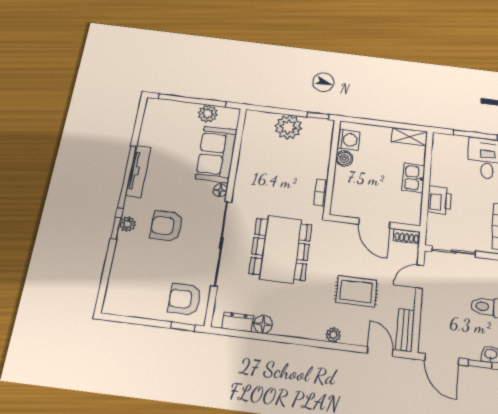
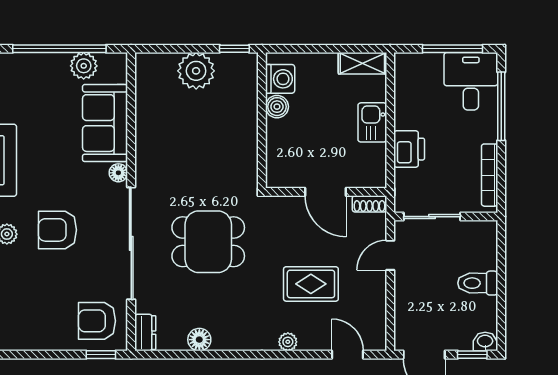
bookcase: (321, 192) -> (251, 159), removed
dining table: (281, 249) -> (208, 242), width x0.73
dresser: (238, 322) -> (145, 333), moved, turned 90
bench: (405, 330) -> (377, 325), removed

